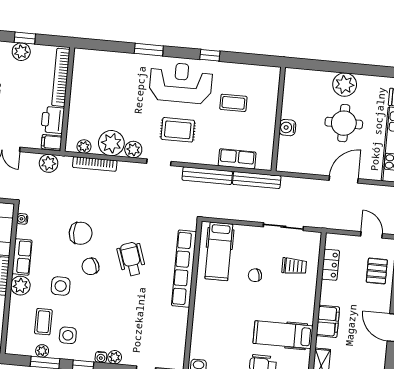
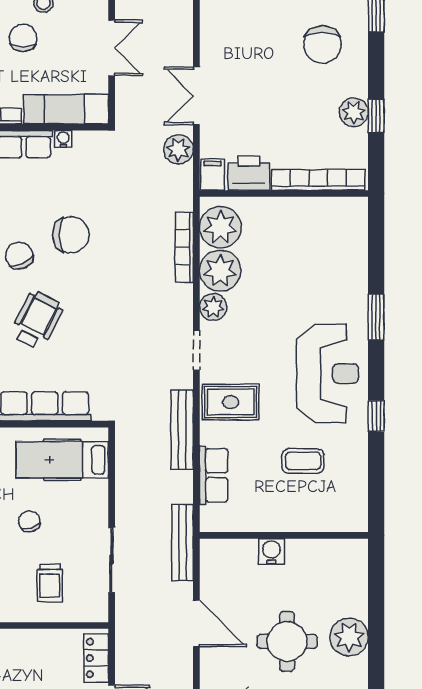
coffee table: (233, 103) -> (303, 461), turned 90
rug: (178, 130) -> (231, 402), moved, turned 90
plant: (84, 147) -> (220, 227), width x1.87, depth x1.87
plant: (49, 163) -> (178, 149), moved
door: (344, 179) -> (196, 623), moved
bench: (257, 180) -> (183, 542), moved
water cooler: (22, 219) -> (63, 139), moved
chair: (81, 233) -> (71, 235), turned -90
wheelchair: (131, 259) -> (37, 320), turned -44
locker: (330, 265) -> (96, 658), moved, turned 90

